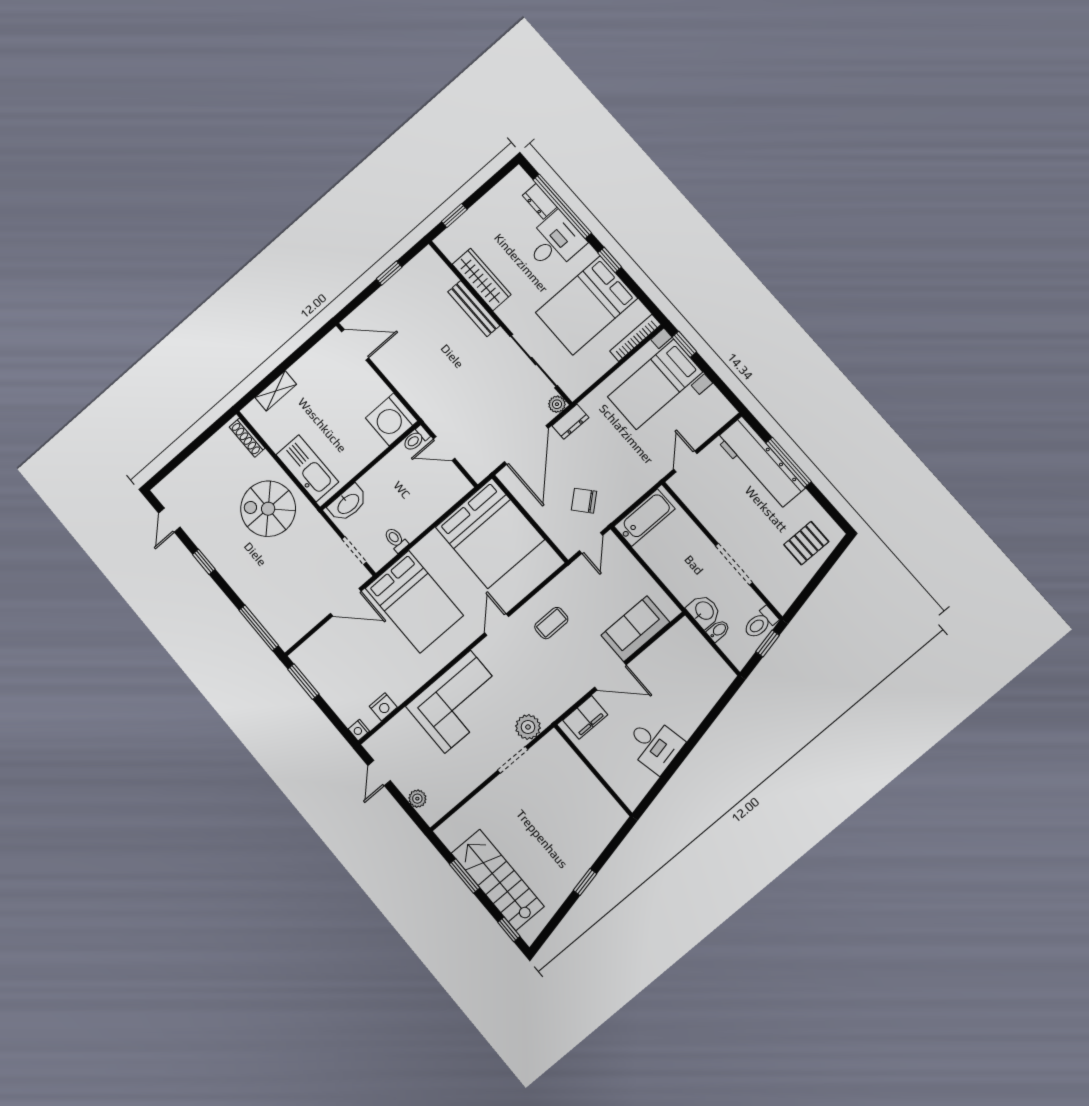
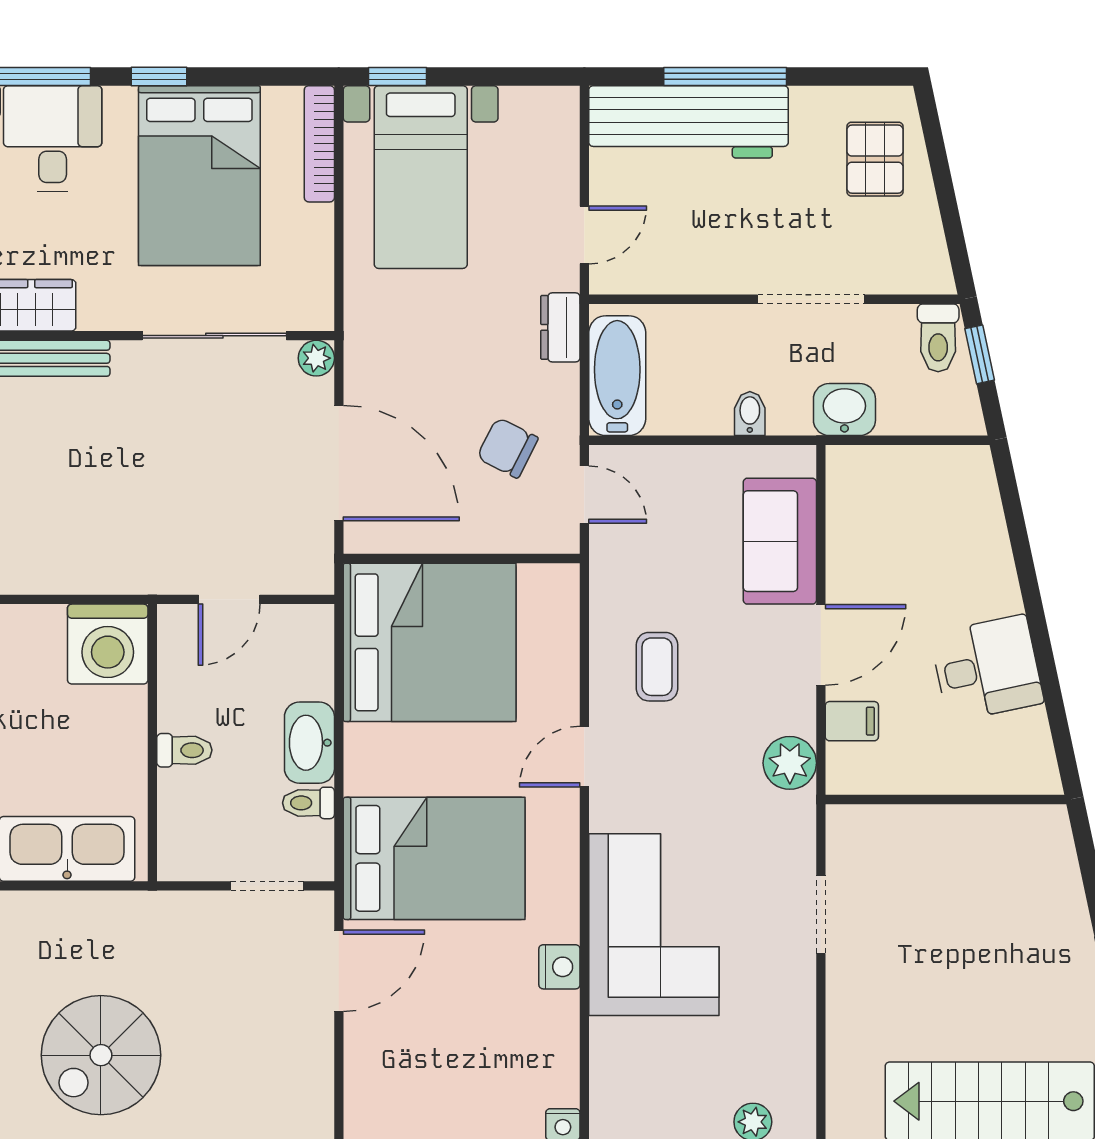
dresser: (570, 422) -> (560, 327), moved, turned 180
toilet: (416, 439) -> (184, 750), moved, turned -90
door: (685, 461) -> (584, 235), swing flipped
chair: (584, 501) -> (508, 448), turned 68
washbasin: (348, 503) -> (309, 743), moved, turned 180
spiral stairs: (268, 509) -> (101, 1055), moved
door: (497, 625) -> (584, 757), hinge flipped
bidet: (718, 631) -> (750, 414), moved
nightstand: (383, 707) -> (559, 967), moved
filing cabinet: (585, 717) -> (852, 721), width x0.50
plant: (528, 727) -> (790, 763), moved

